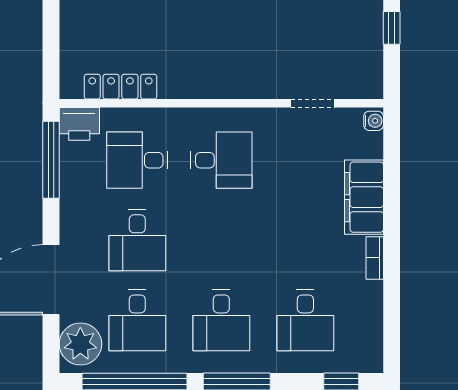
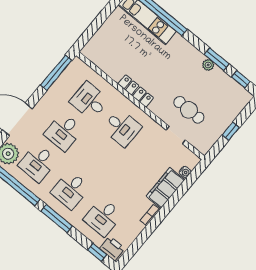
cafe table: (301, 48) -> (189, 110), added
locker: (120, 87) -> (136, 91), moved
water cooler: (374, 121) -> (185, 172), moved
printer: (79, 124) -> (112, 248), moved, turned 180

